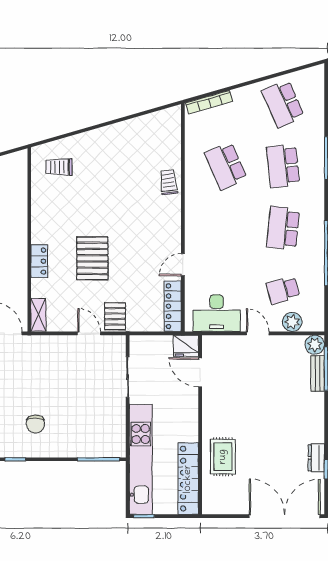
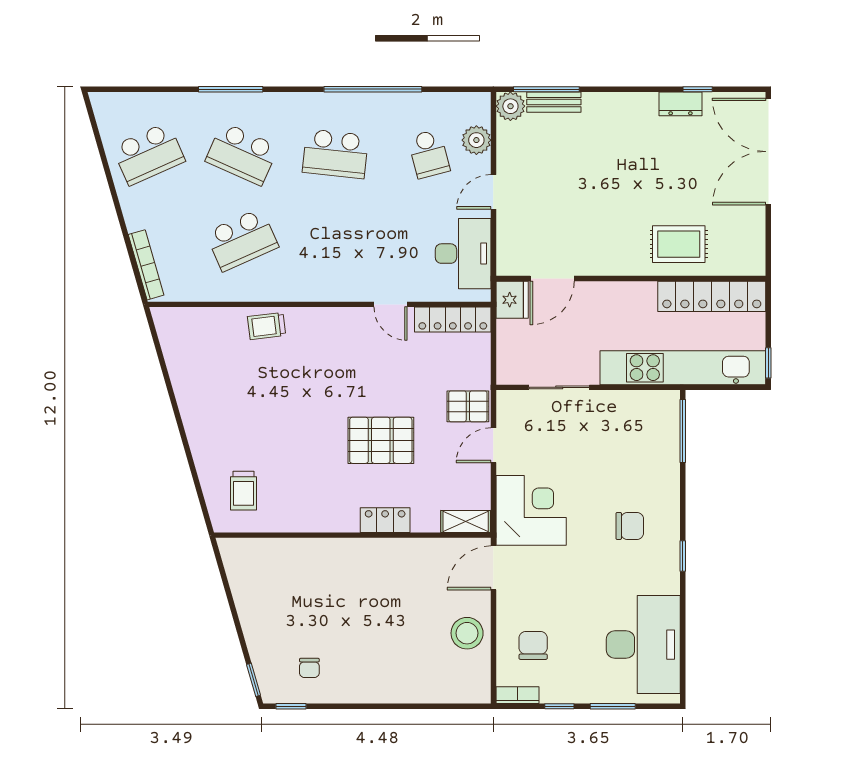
school desk: (283, 166) -> (242, 154), turned 30
corner desk: (46, 358) -> (531, 510), added

